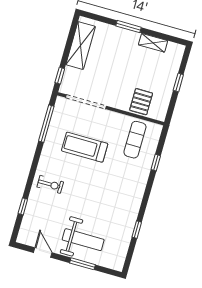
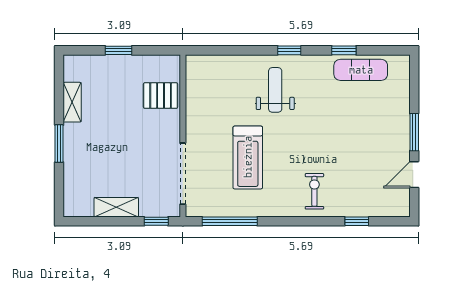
shelving: (81, 46) -> (116, 207), width x0.67, depth x0.75
exercise mat: (135, 140) -> (361, 70), moved
window: (156, 163) -> (289, 50), moved
weight bench: (83, 240) -> (275, 90), moved, width x0.73, depth x0.75
window: (82, 264) -> (414, 132), moved

